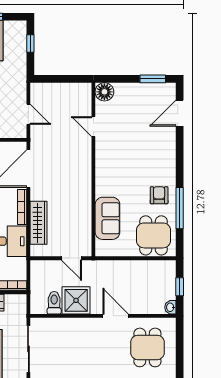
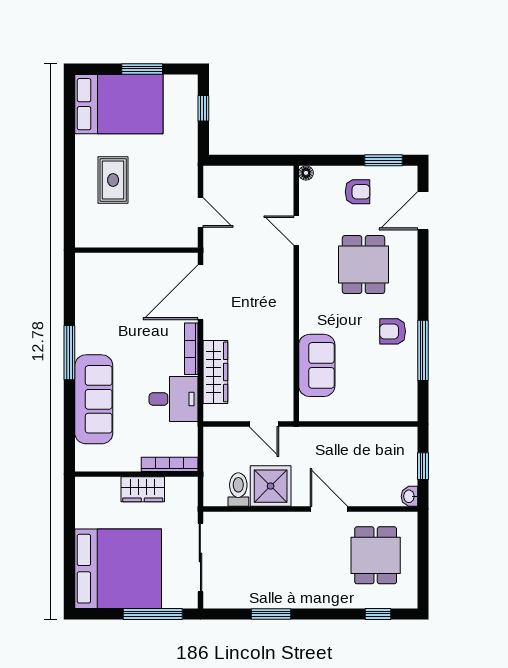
floor lamp: (104, 92) -> (306, 173), width x0.53, depth x0.53
armchair: (135, 100) -> (358, 192), added
armchair: (159, 195) -> (393, 331), turned -90
dining table: (153, 235) -> (364, 265), moved

